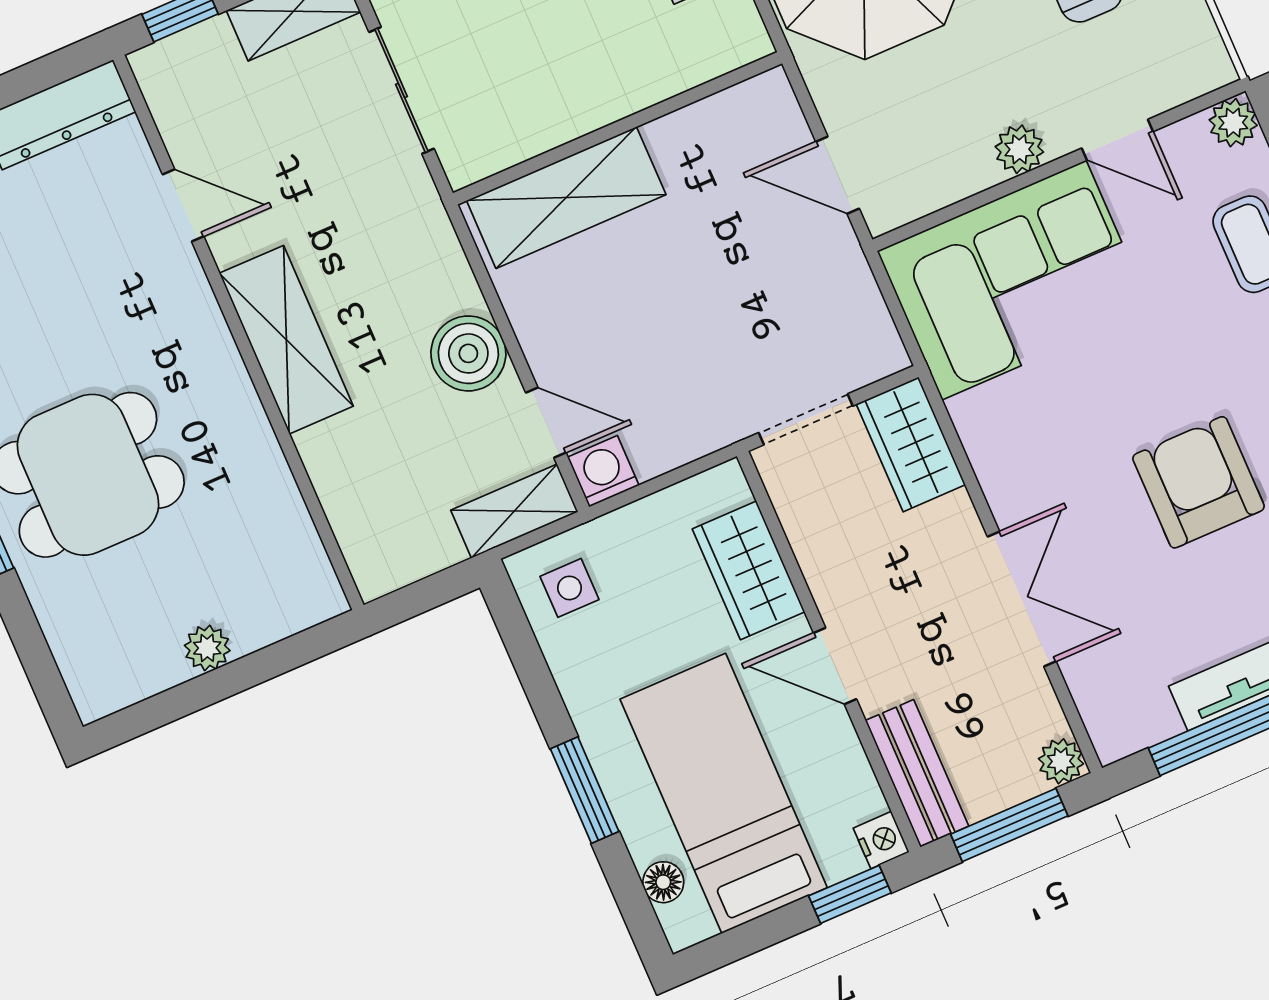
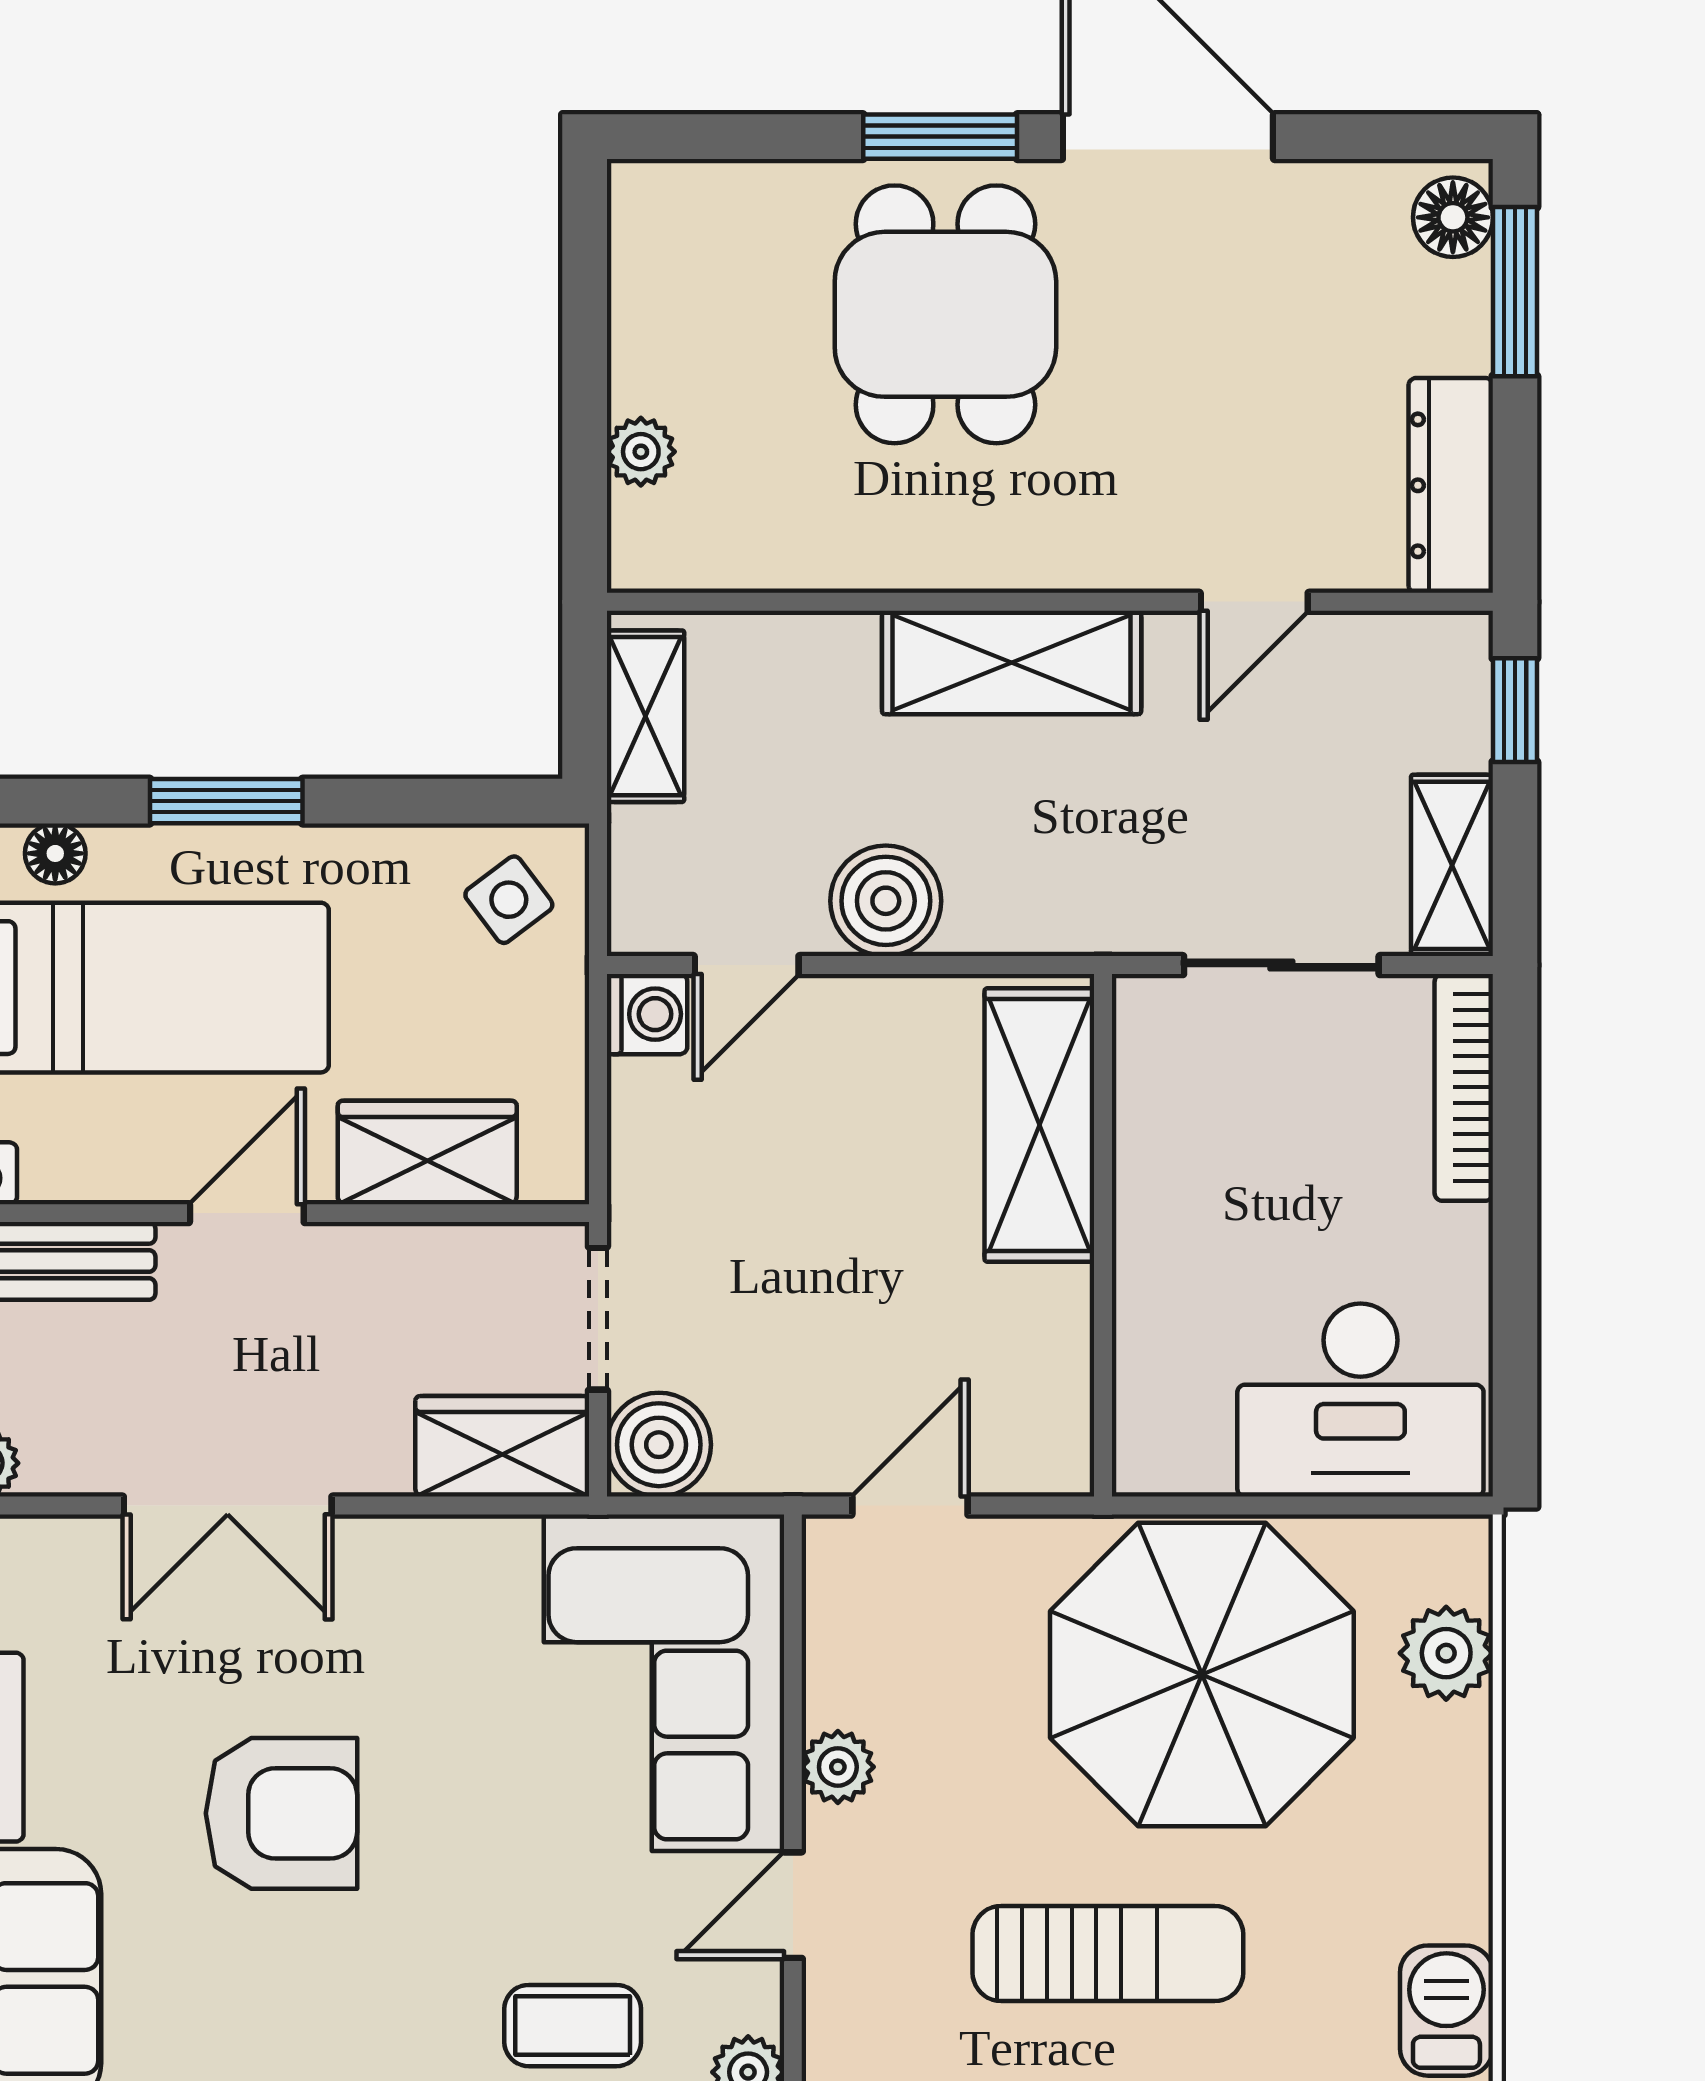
boiler: (868, 348) -> (659, 1445), added
shelving: (514, 511) -> (645, 716), moved
side table: (570, 588) -> (509, 900), turned -37
plant: (207, 648) -> (641, 452), moved

